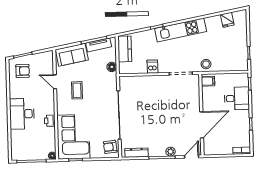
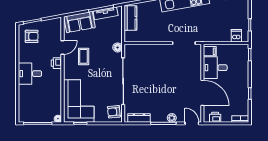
stool: (206, 64) -> (208, 35), removed
floor lamp: (112, 67) -> (118, 47), moved
dishwasher: (152, 67) -> (236, 36), moved
door: (55, 82) -> (63, 48), swing flipped
desk: (237, 98) -> (215, 68), moved, turned 180
desk: (22, 114) -> (30, 74), width x0.73
printer: (50, 121) -> (56, 63), moved
door: (202, 125) -> (202, 93), hinge flipped
printer: (215, 150) -> (215, 117), added
door: (192, 157) -> (192, 123), hinge flipped

